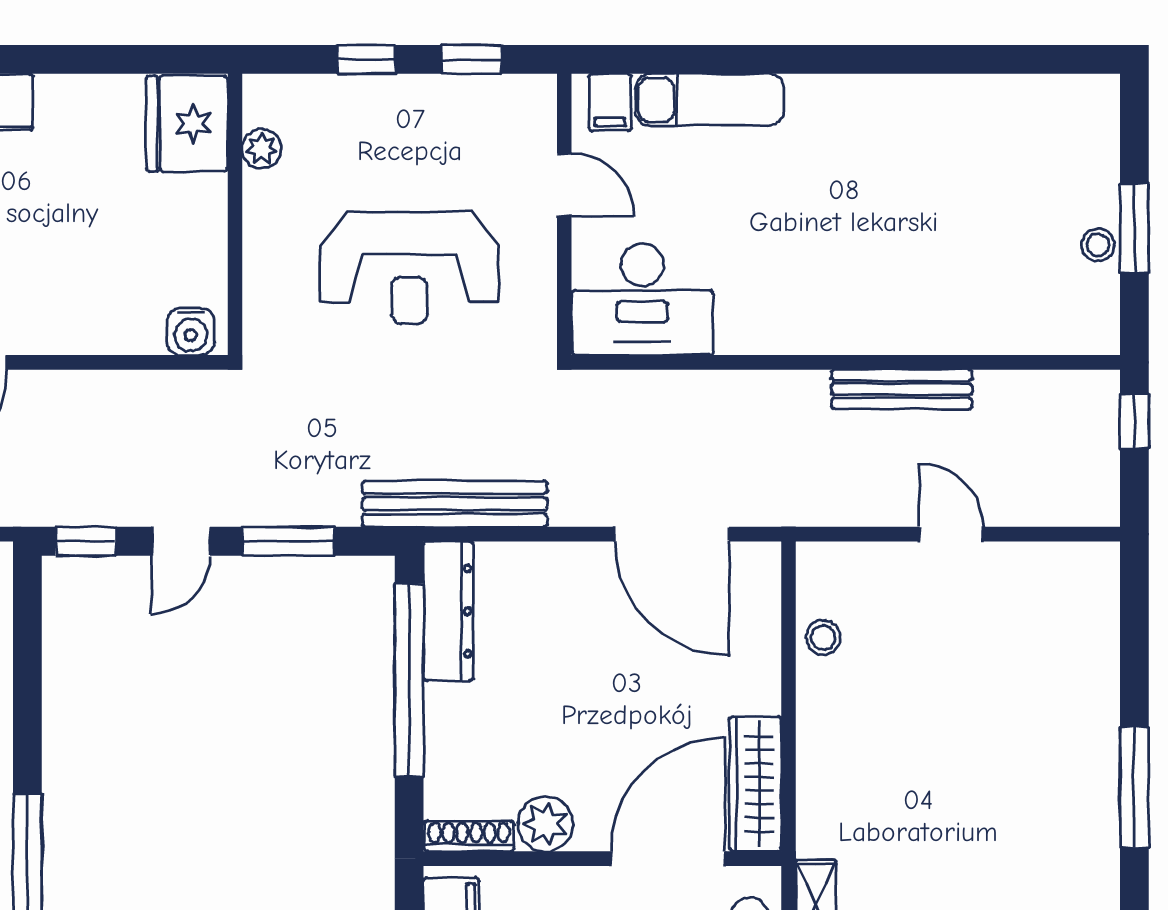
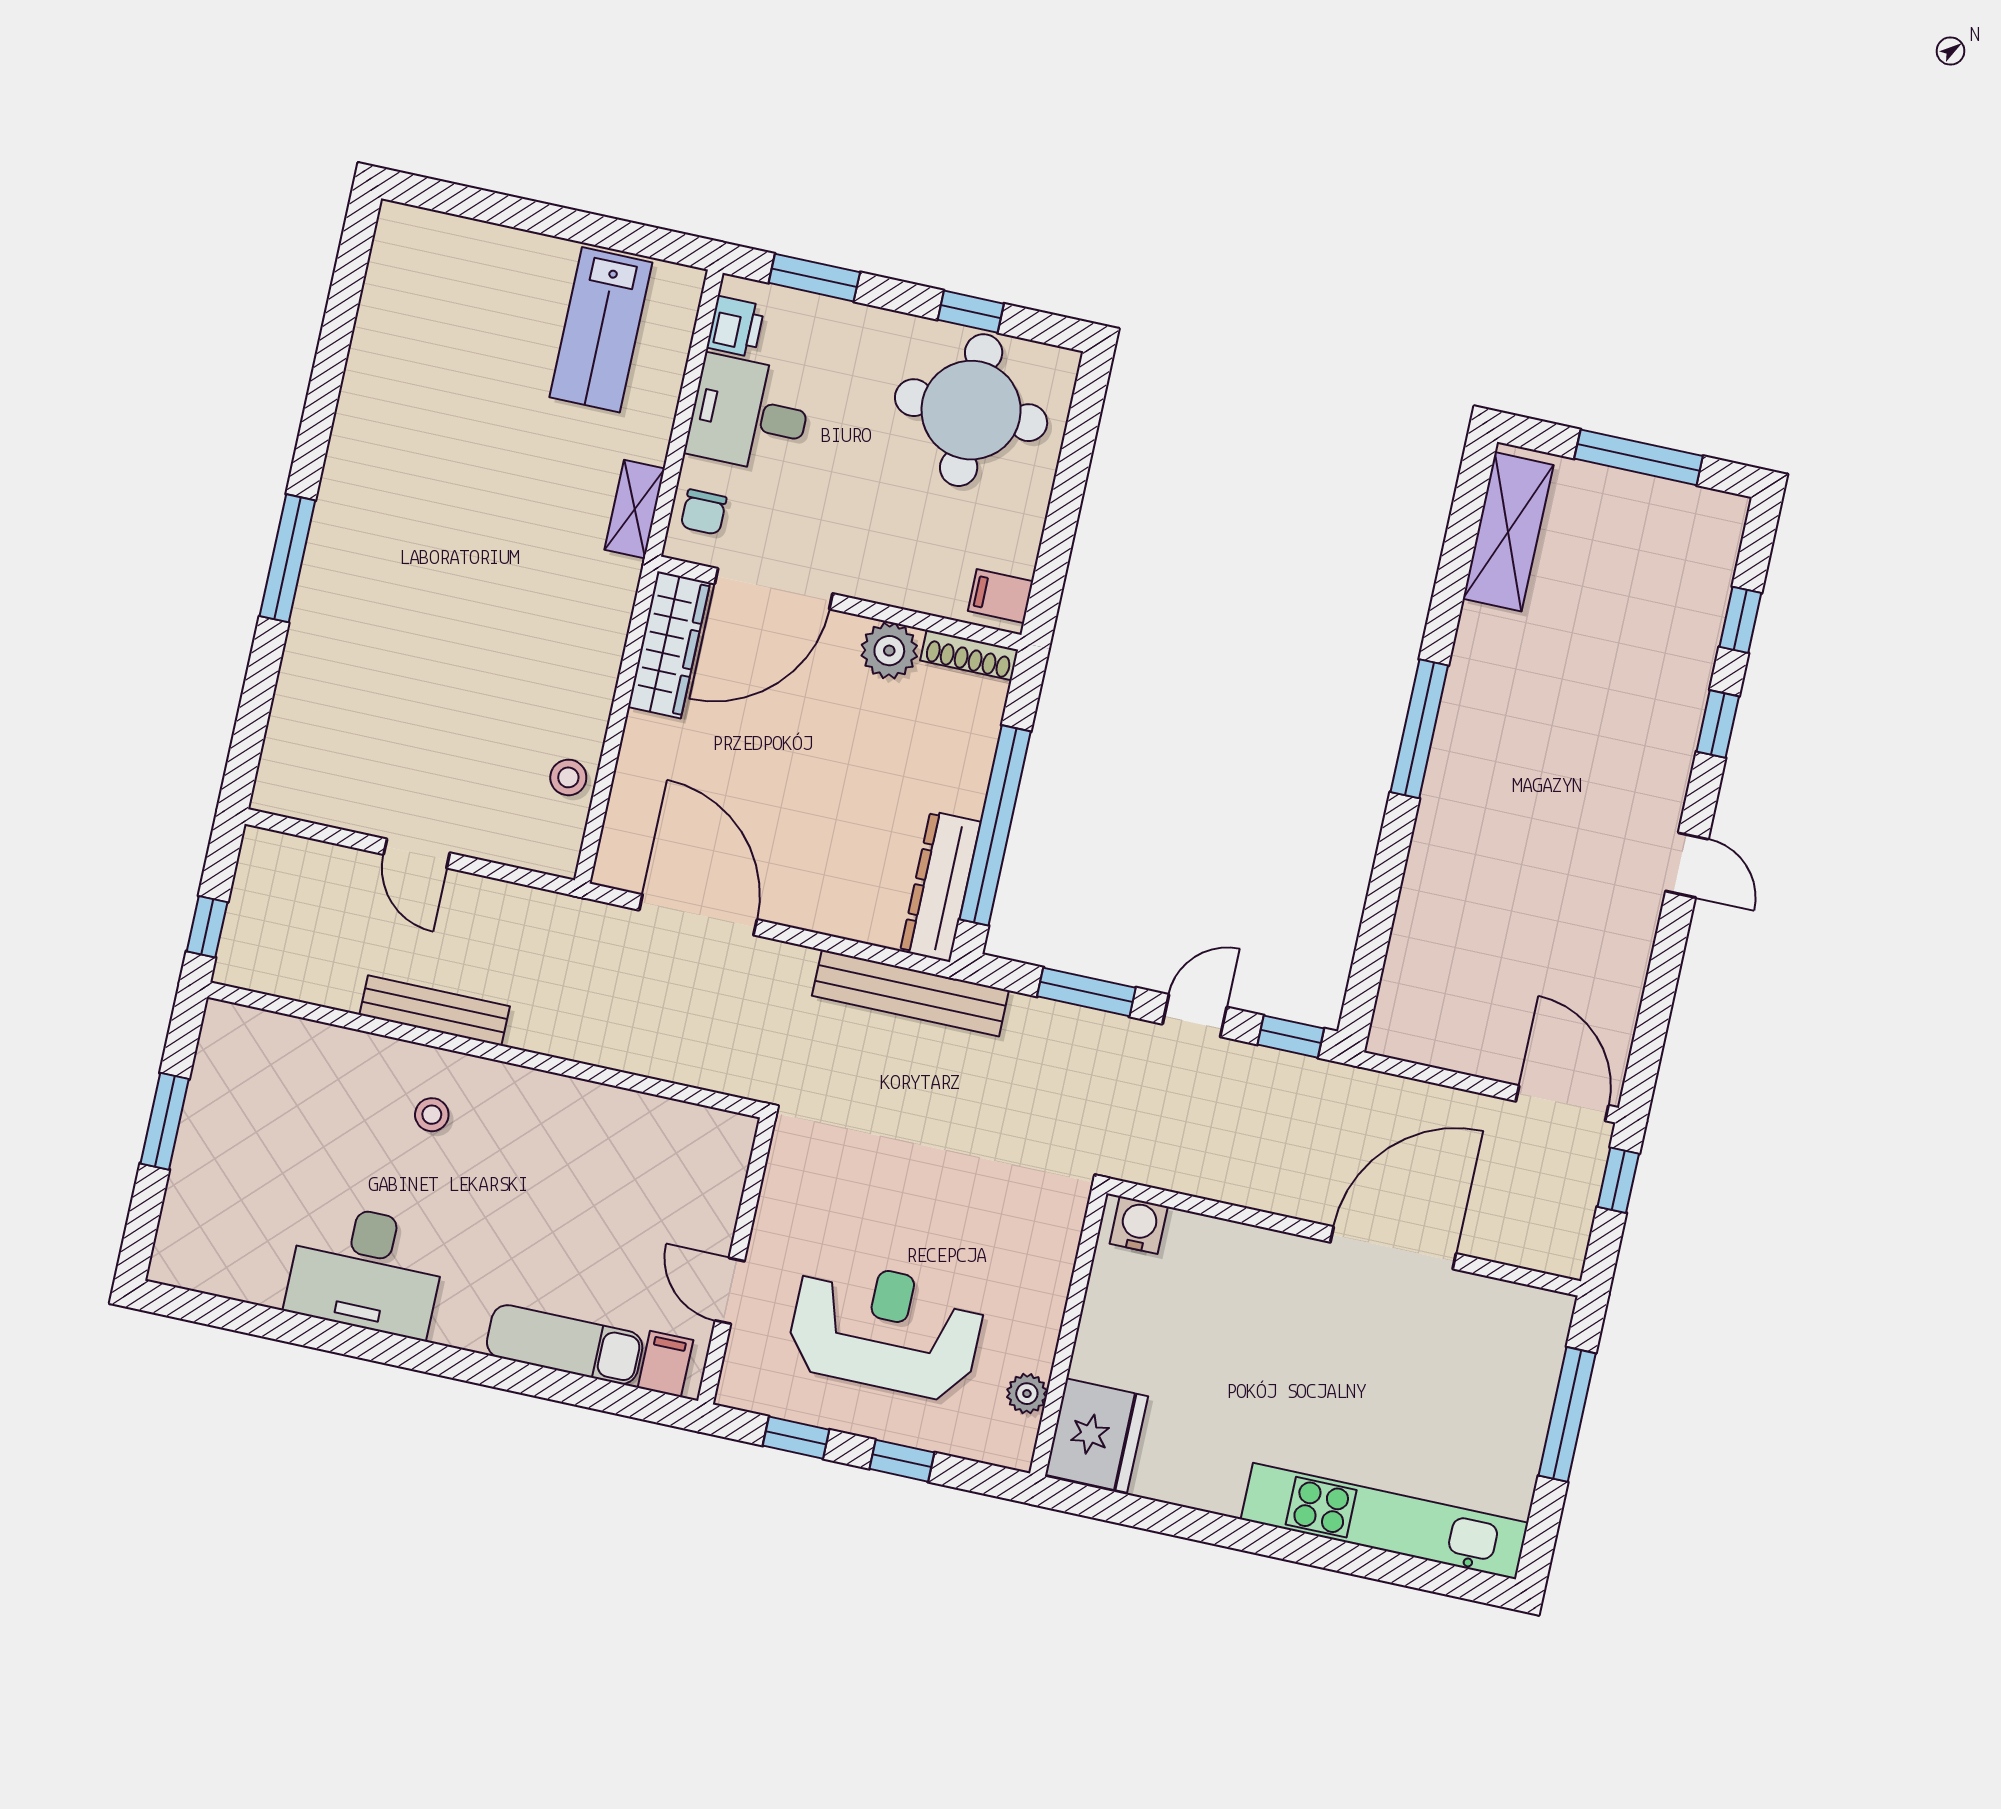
stool: (1098, 245) -> (432, 1115), moved
reception desk: (409, 268) -> (886, 1329), moved
desk: (642, 299) -> (366, 1270), moved, turned 180

